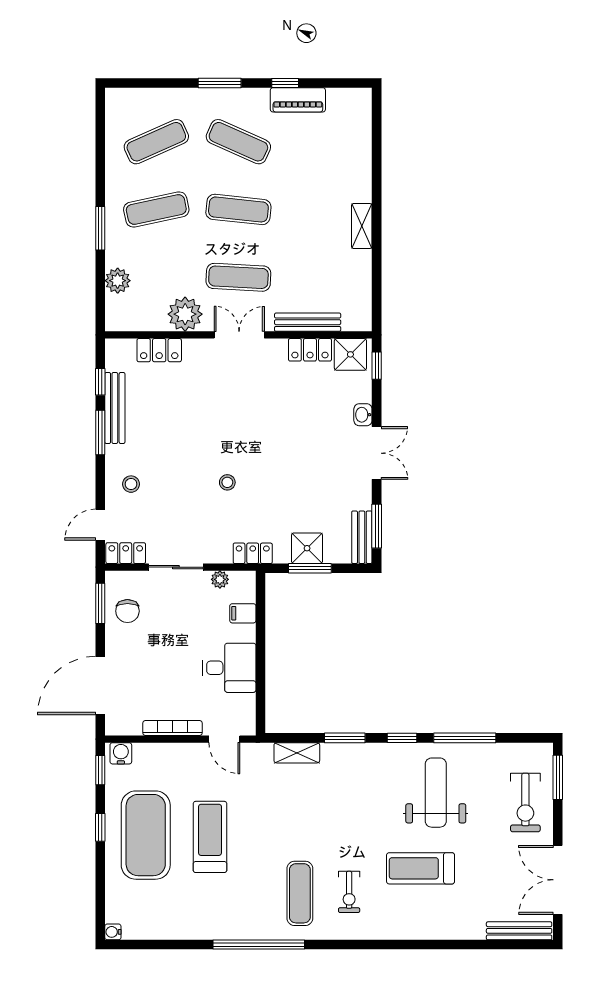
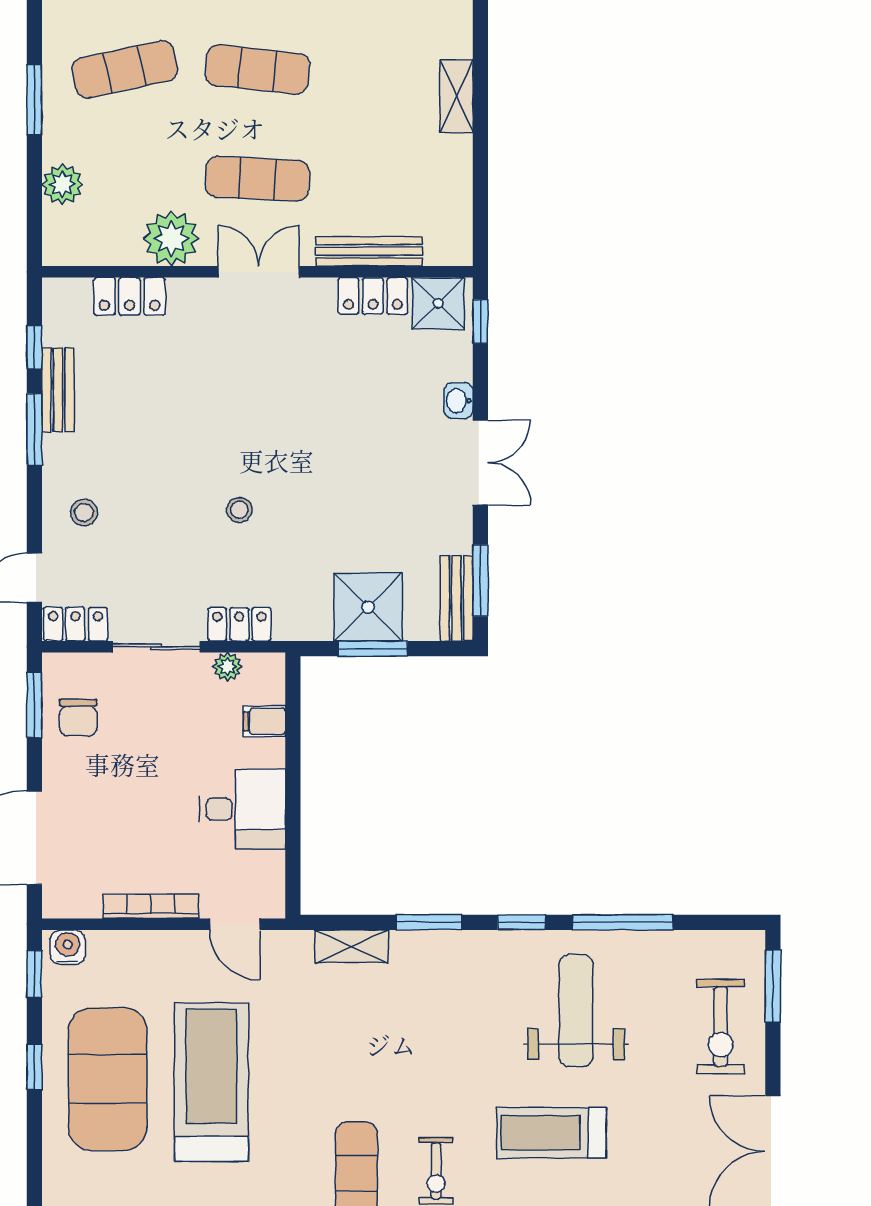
bench: (115, 408) -> (58, 390), width x0.73
shower: (307, 548) -> (368, 607), width x1.36, depth x1.36
locker: (253, 553) -> (239, 624), moved
treadmill: (210, 837) -> (211, 1082), width x1.37, depth x1.38

